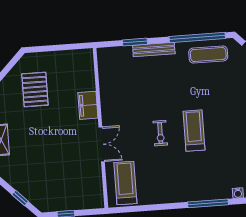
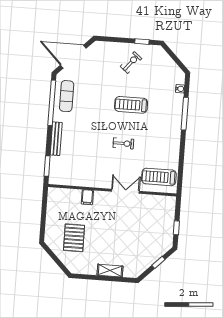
window: (135, 42) -> (47, 166), moved
pallet: (35, 89) -> (74, 238), turned 90
filing cabinet: (88, 105) -> (87, 197), width x0.50
treadmill: (194, 131) -> (131, 105), moved

